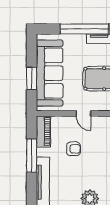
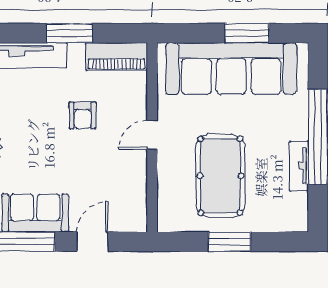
window: (32, 78) -> (247, 33), moved
window: (32, 155) -> (70, 33), width x0.69

